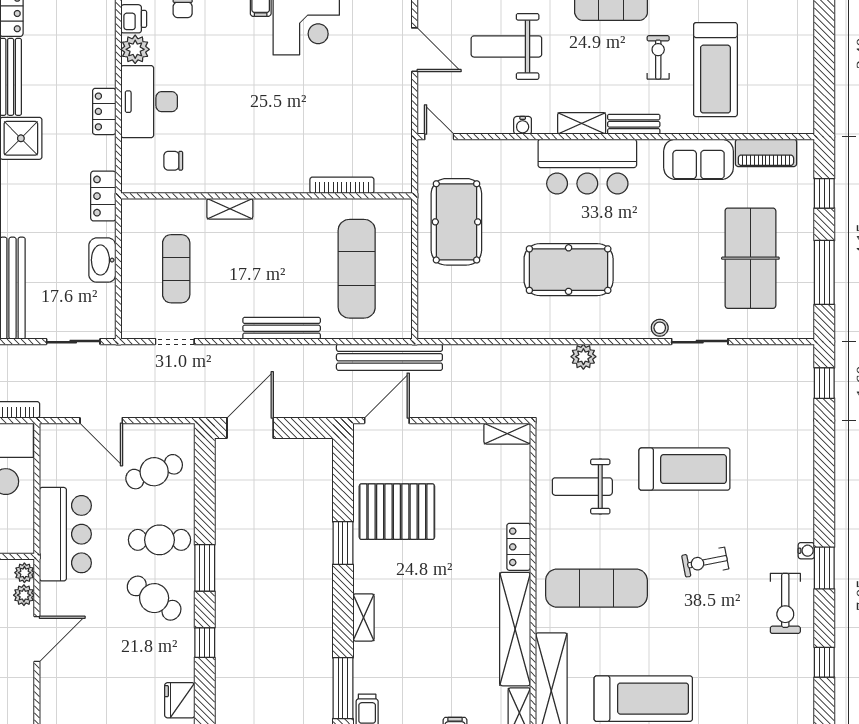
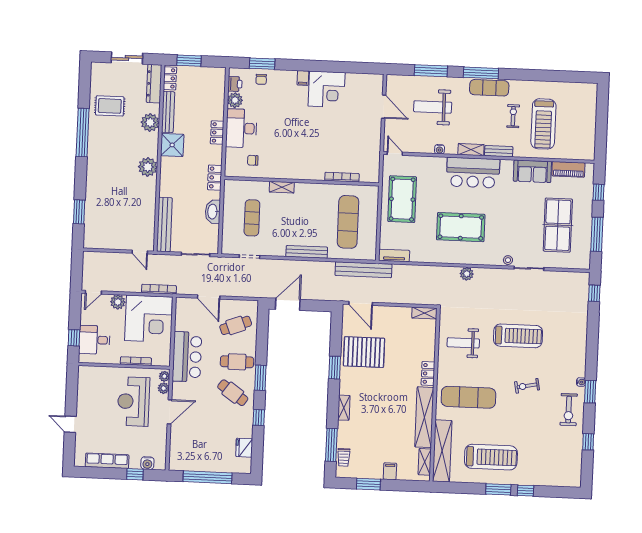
tv unit: (446, 328) -> (394, 255), added
door: (387, 421) -> (361, 303), swing flipped

